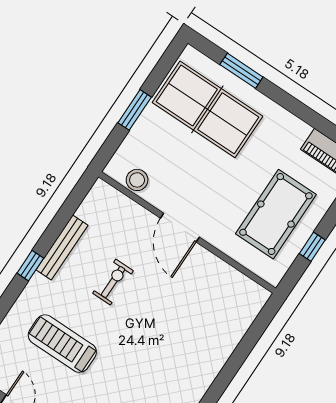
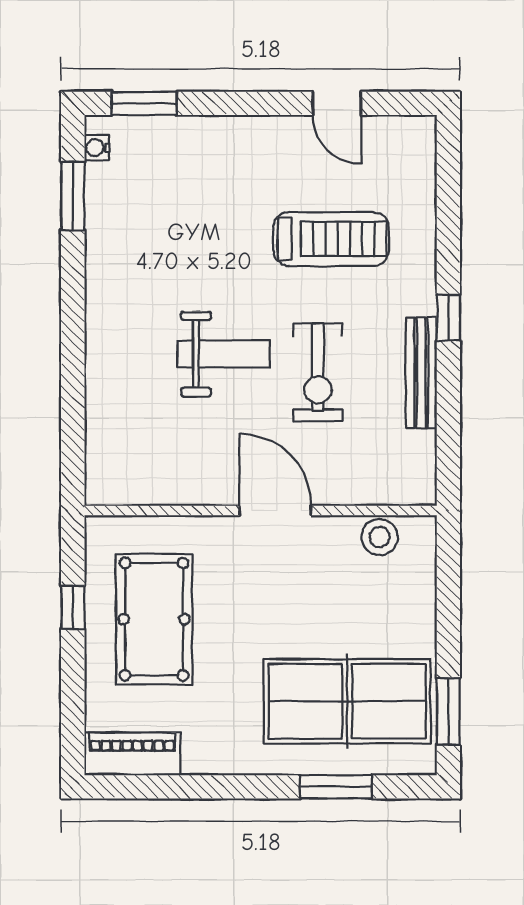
window: (135, 110) -> (448, 712), moved
exercise bike: (113, 282) -> (318, 372), width x1.38, depth x1.39
weight bench: (153, 322) -> (224, 354), added

